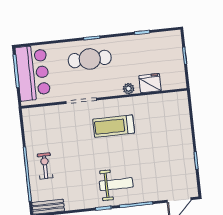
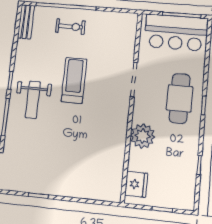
fridge: (150, 83) -> (136, 184), moved
plant: (129, 89) -> (143, 136), width x1.88, depth x1.88
treadmill: (114, 126) -> (74, 80), moved

